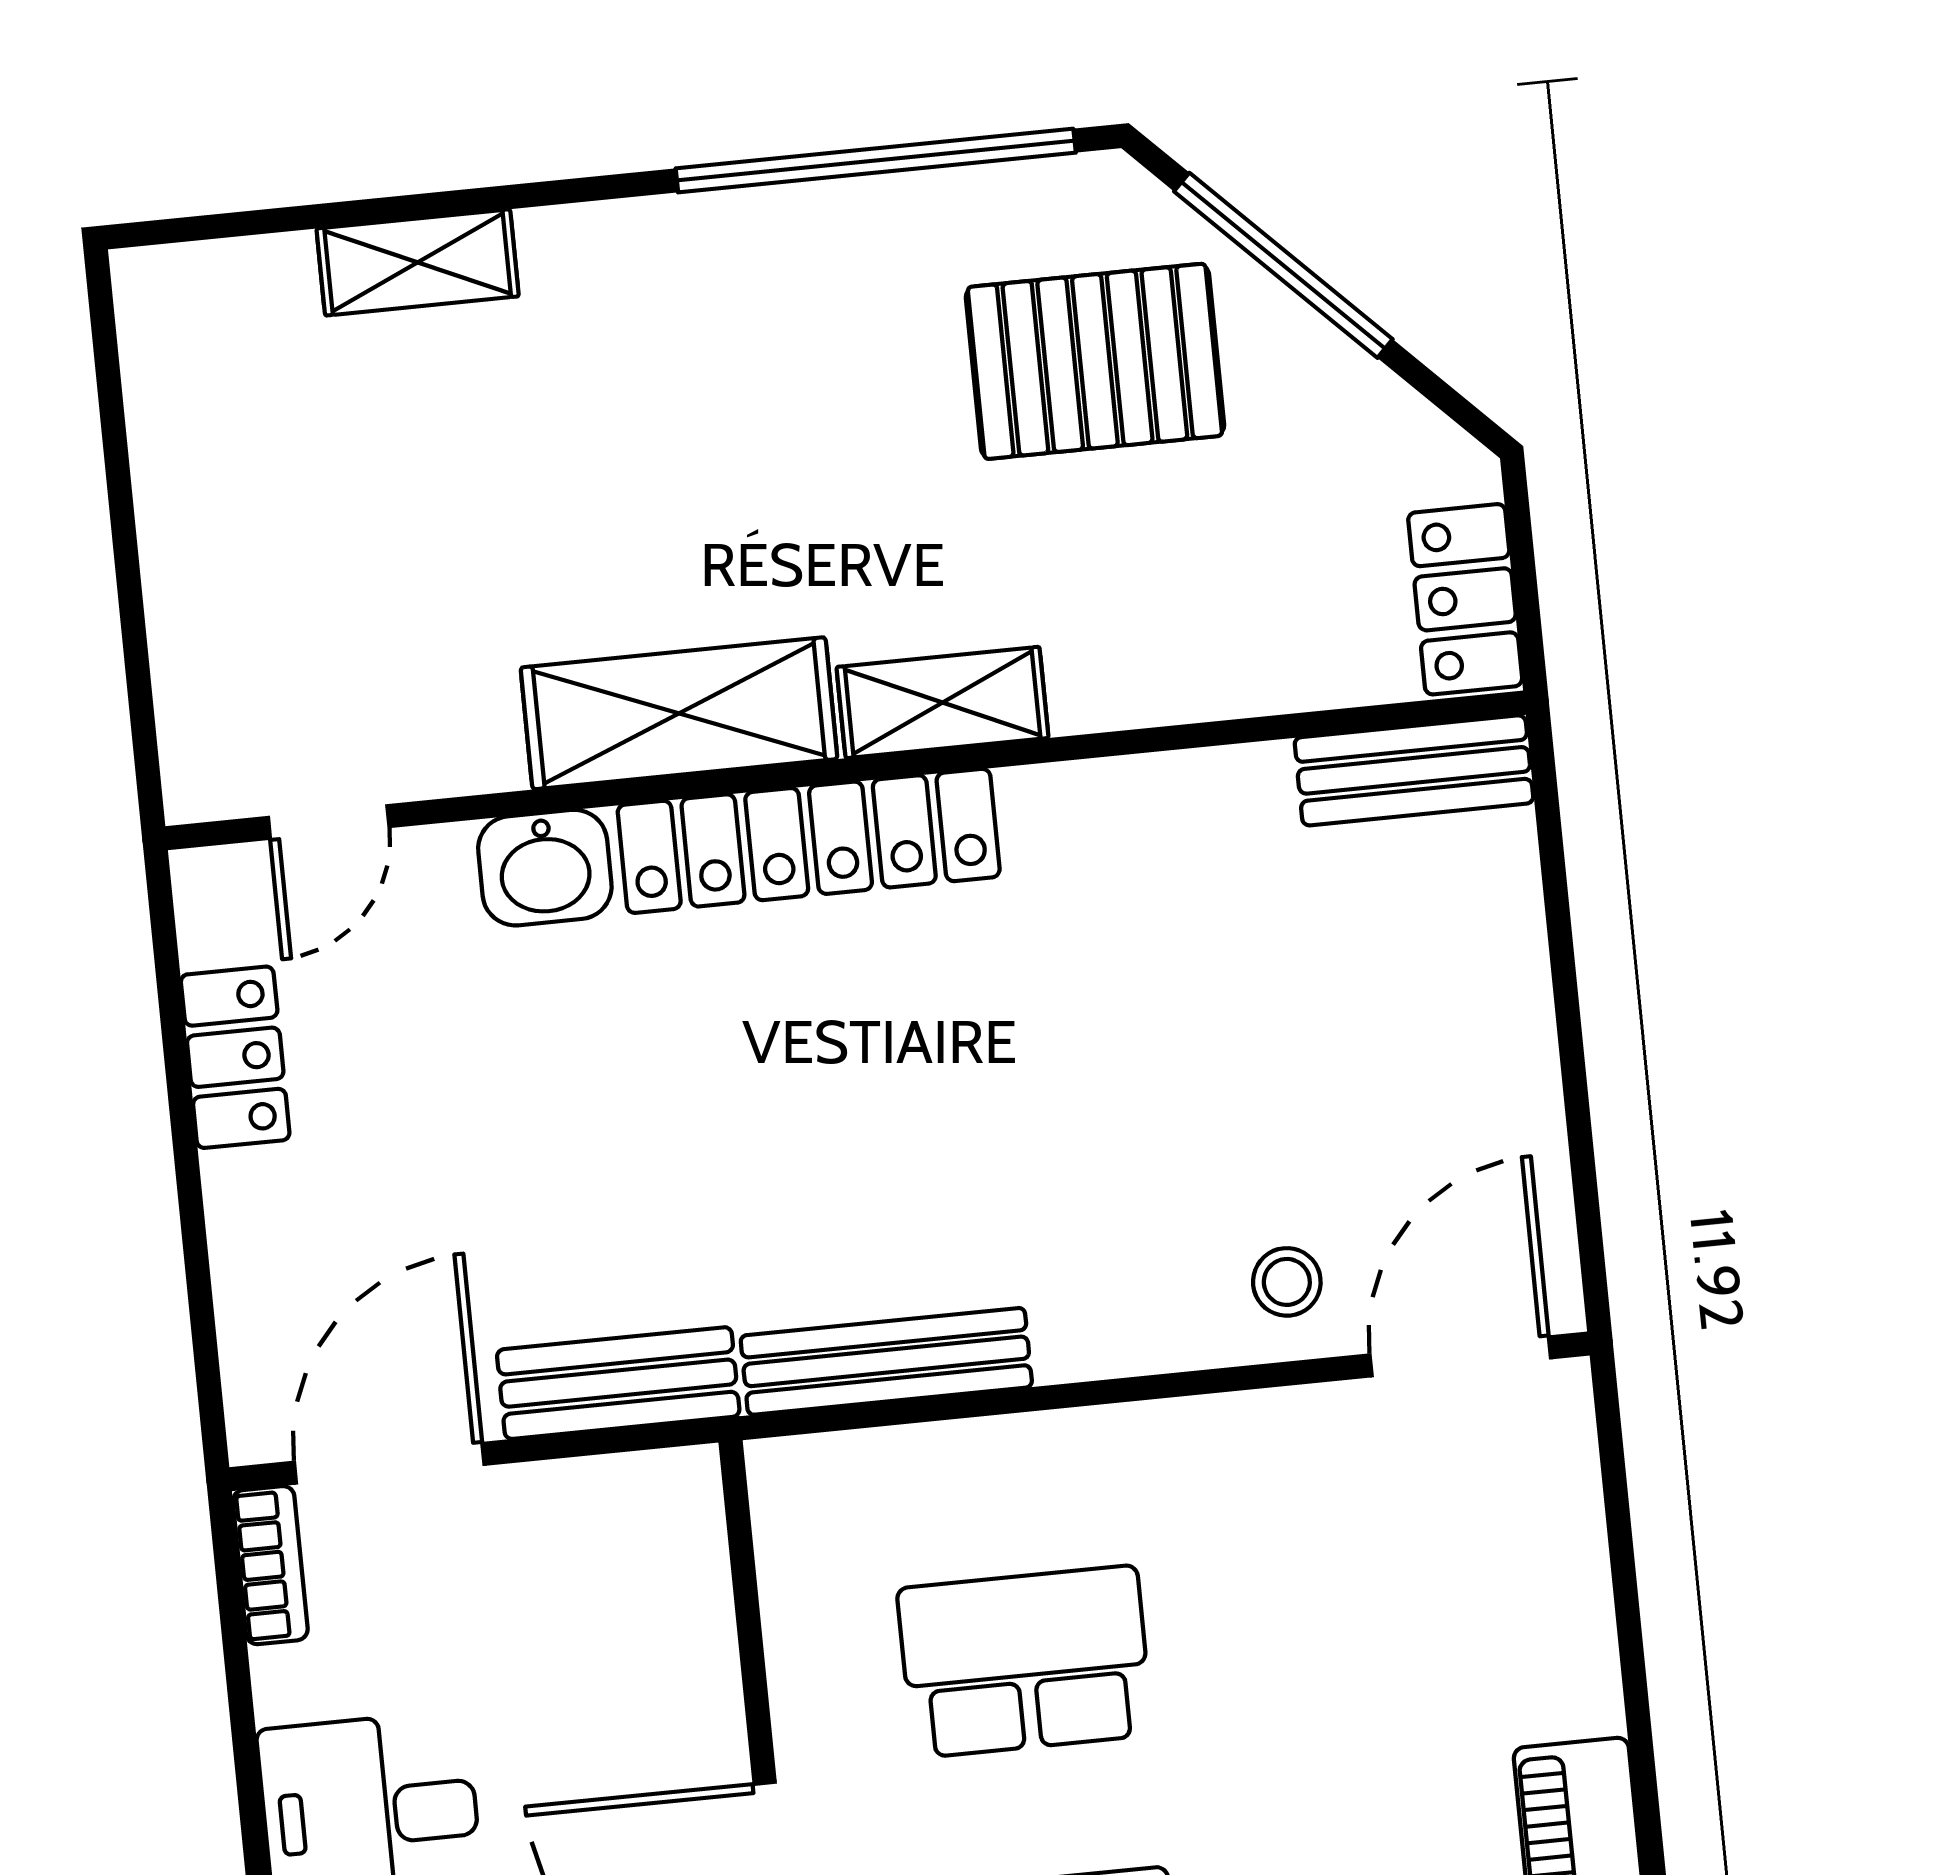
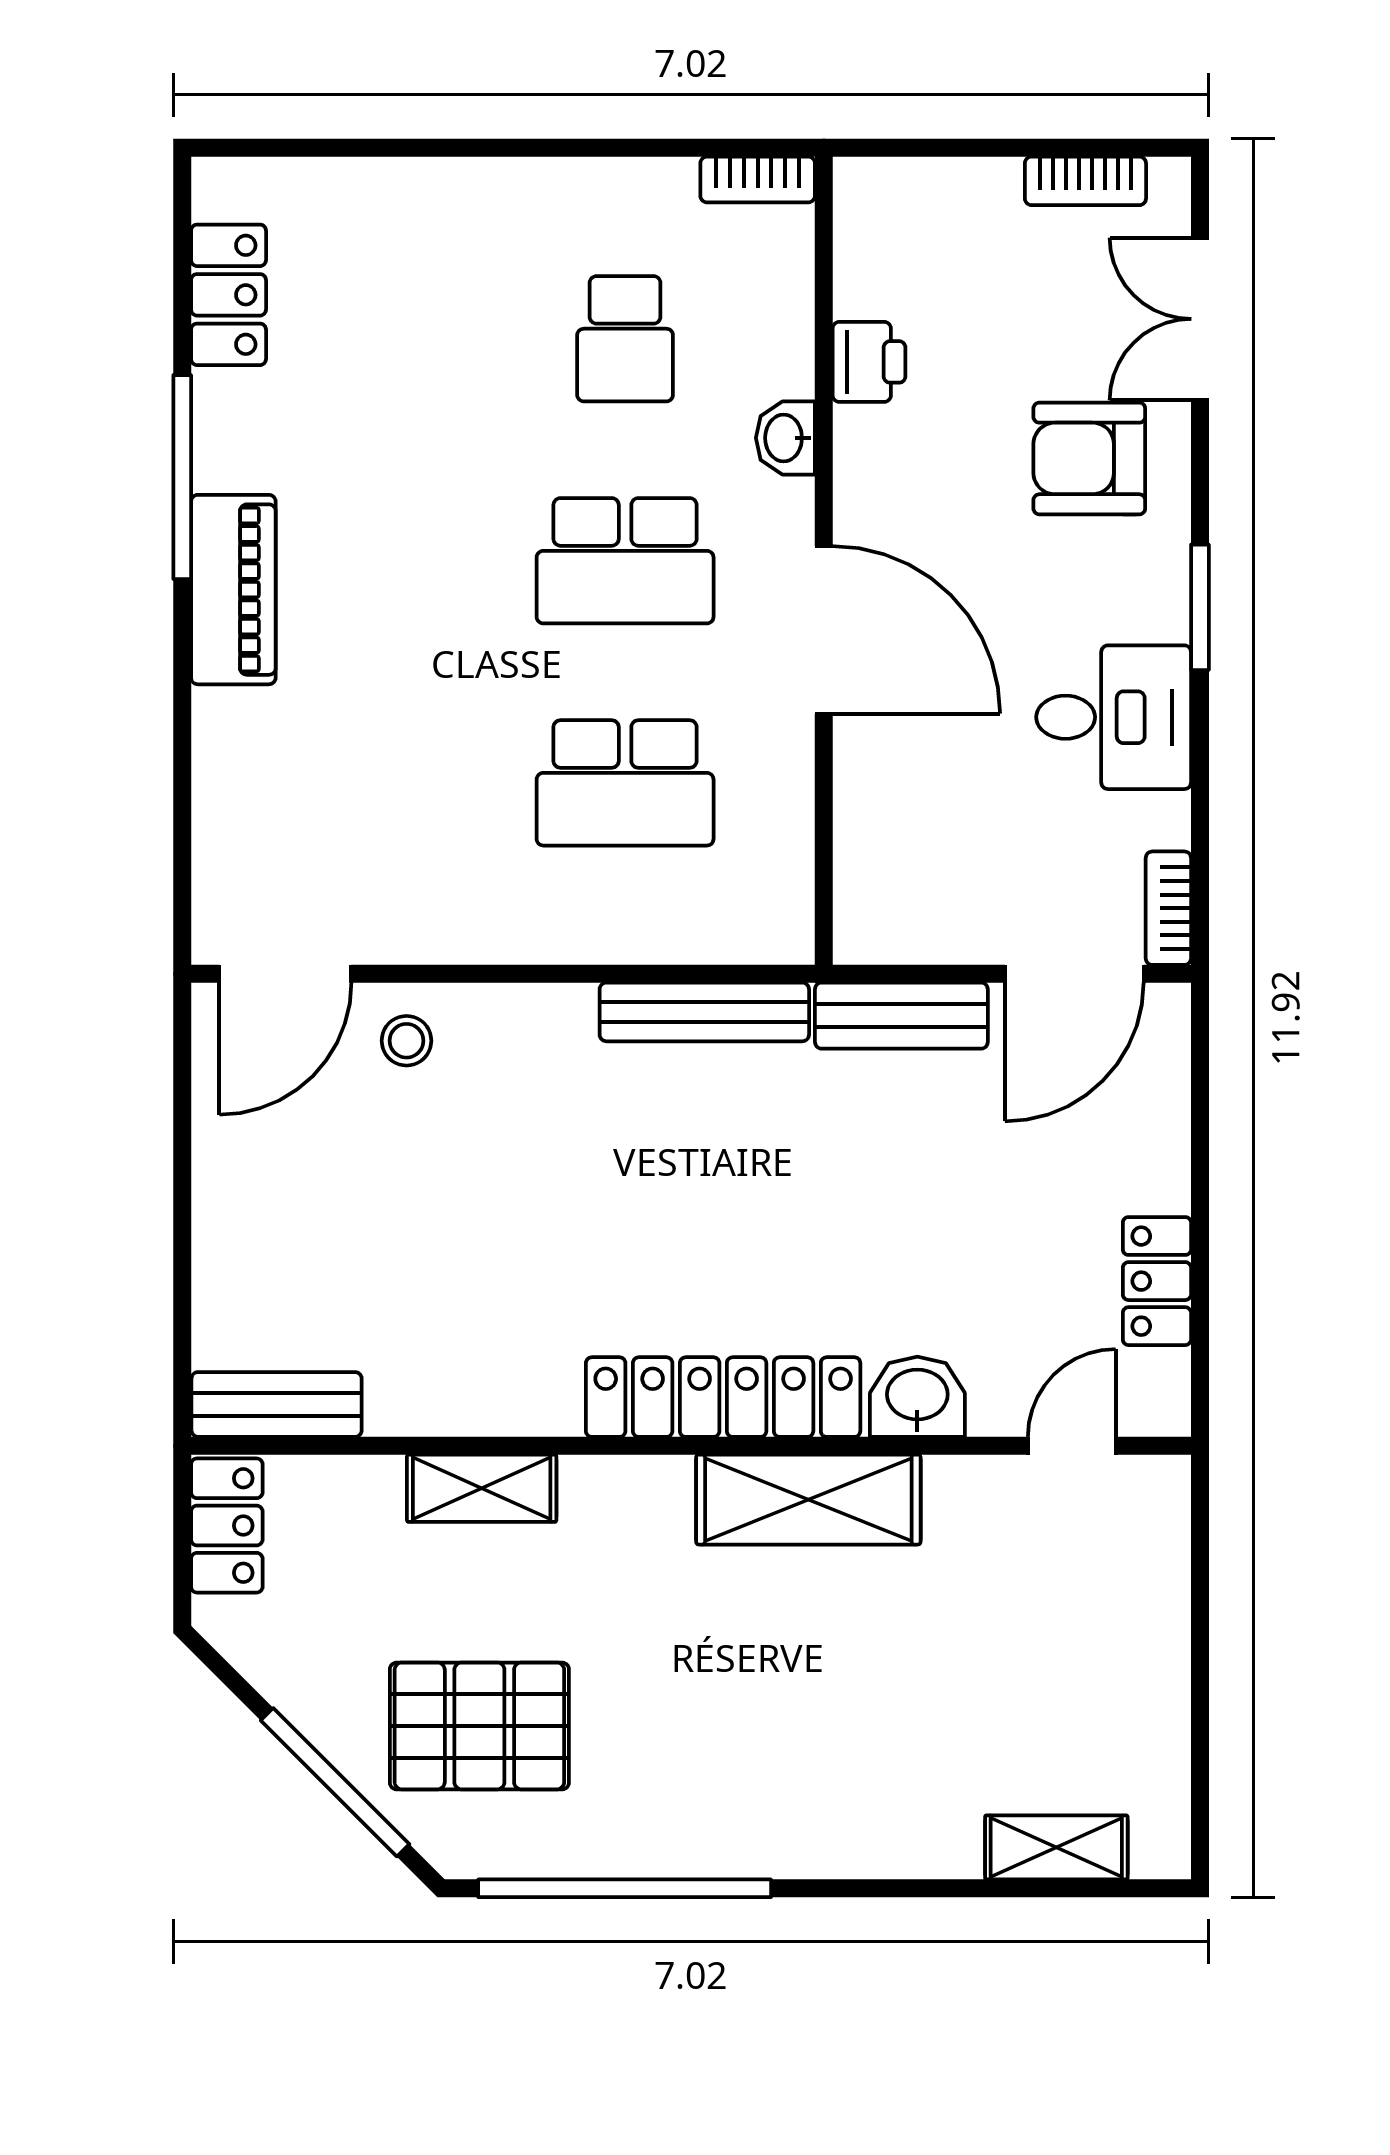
shelving: (418, 262) -> (1056, 1847), moved
shelving: (943, 702) -> (482, 1488), moved

